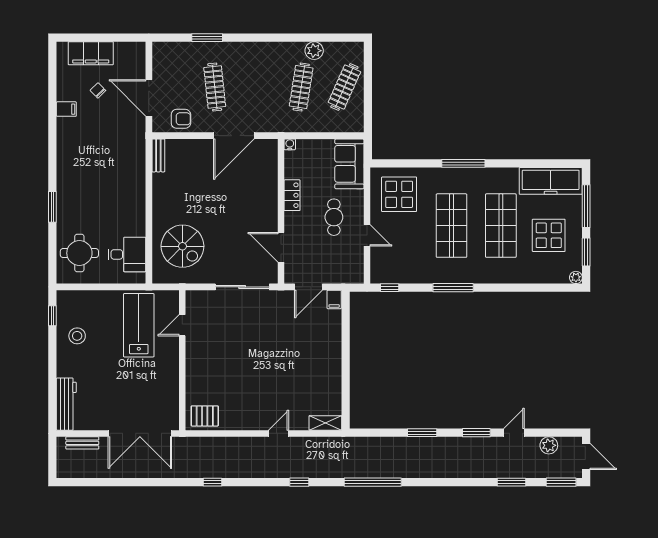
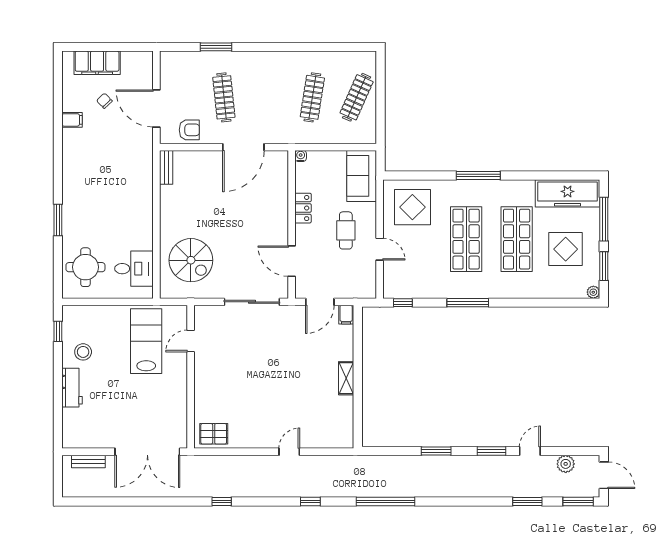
plant: (314, 51) -> (326, 60), removed
workbench: (66, 404) -> (72, 388), moved, width x0.73
shelving: (325, 423) -> (346, 378), moved, turned 90

